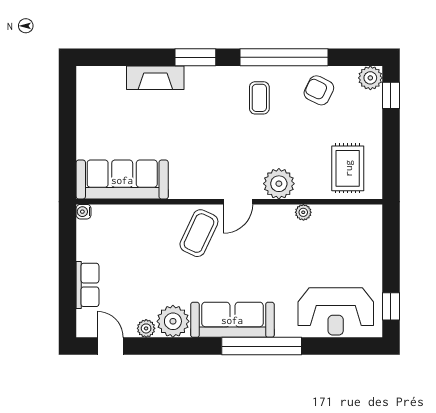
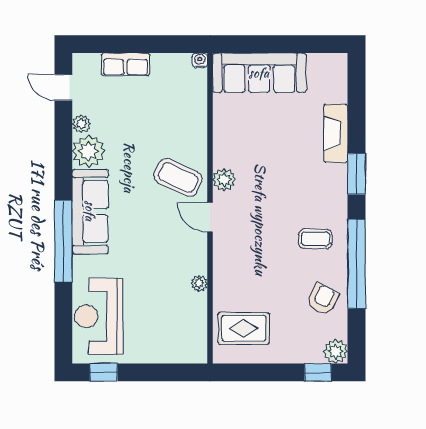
sofa: (122, 180) -> (259, 73), moved, turned 90
plant: (279, 184) -> (224, 180), moved, width x0.73, depth x0.73
door: (110, 346) -> (63, 87), swing flipped

